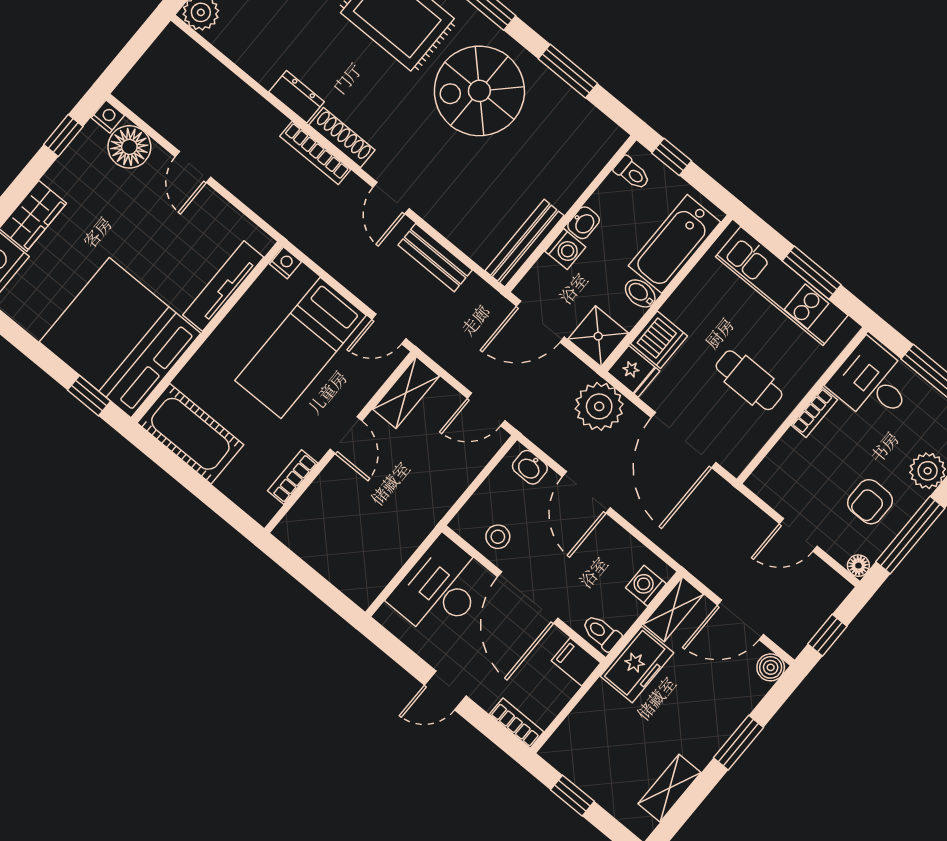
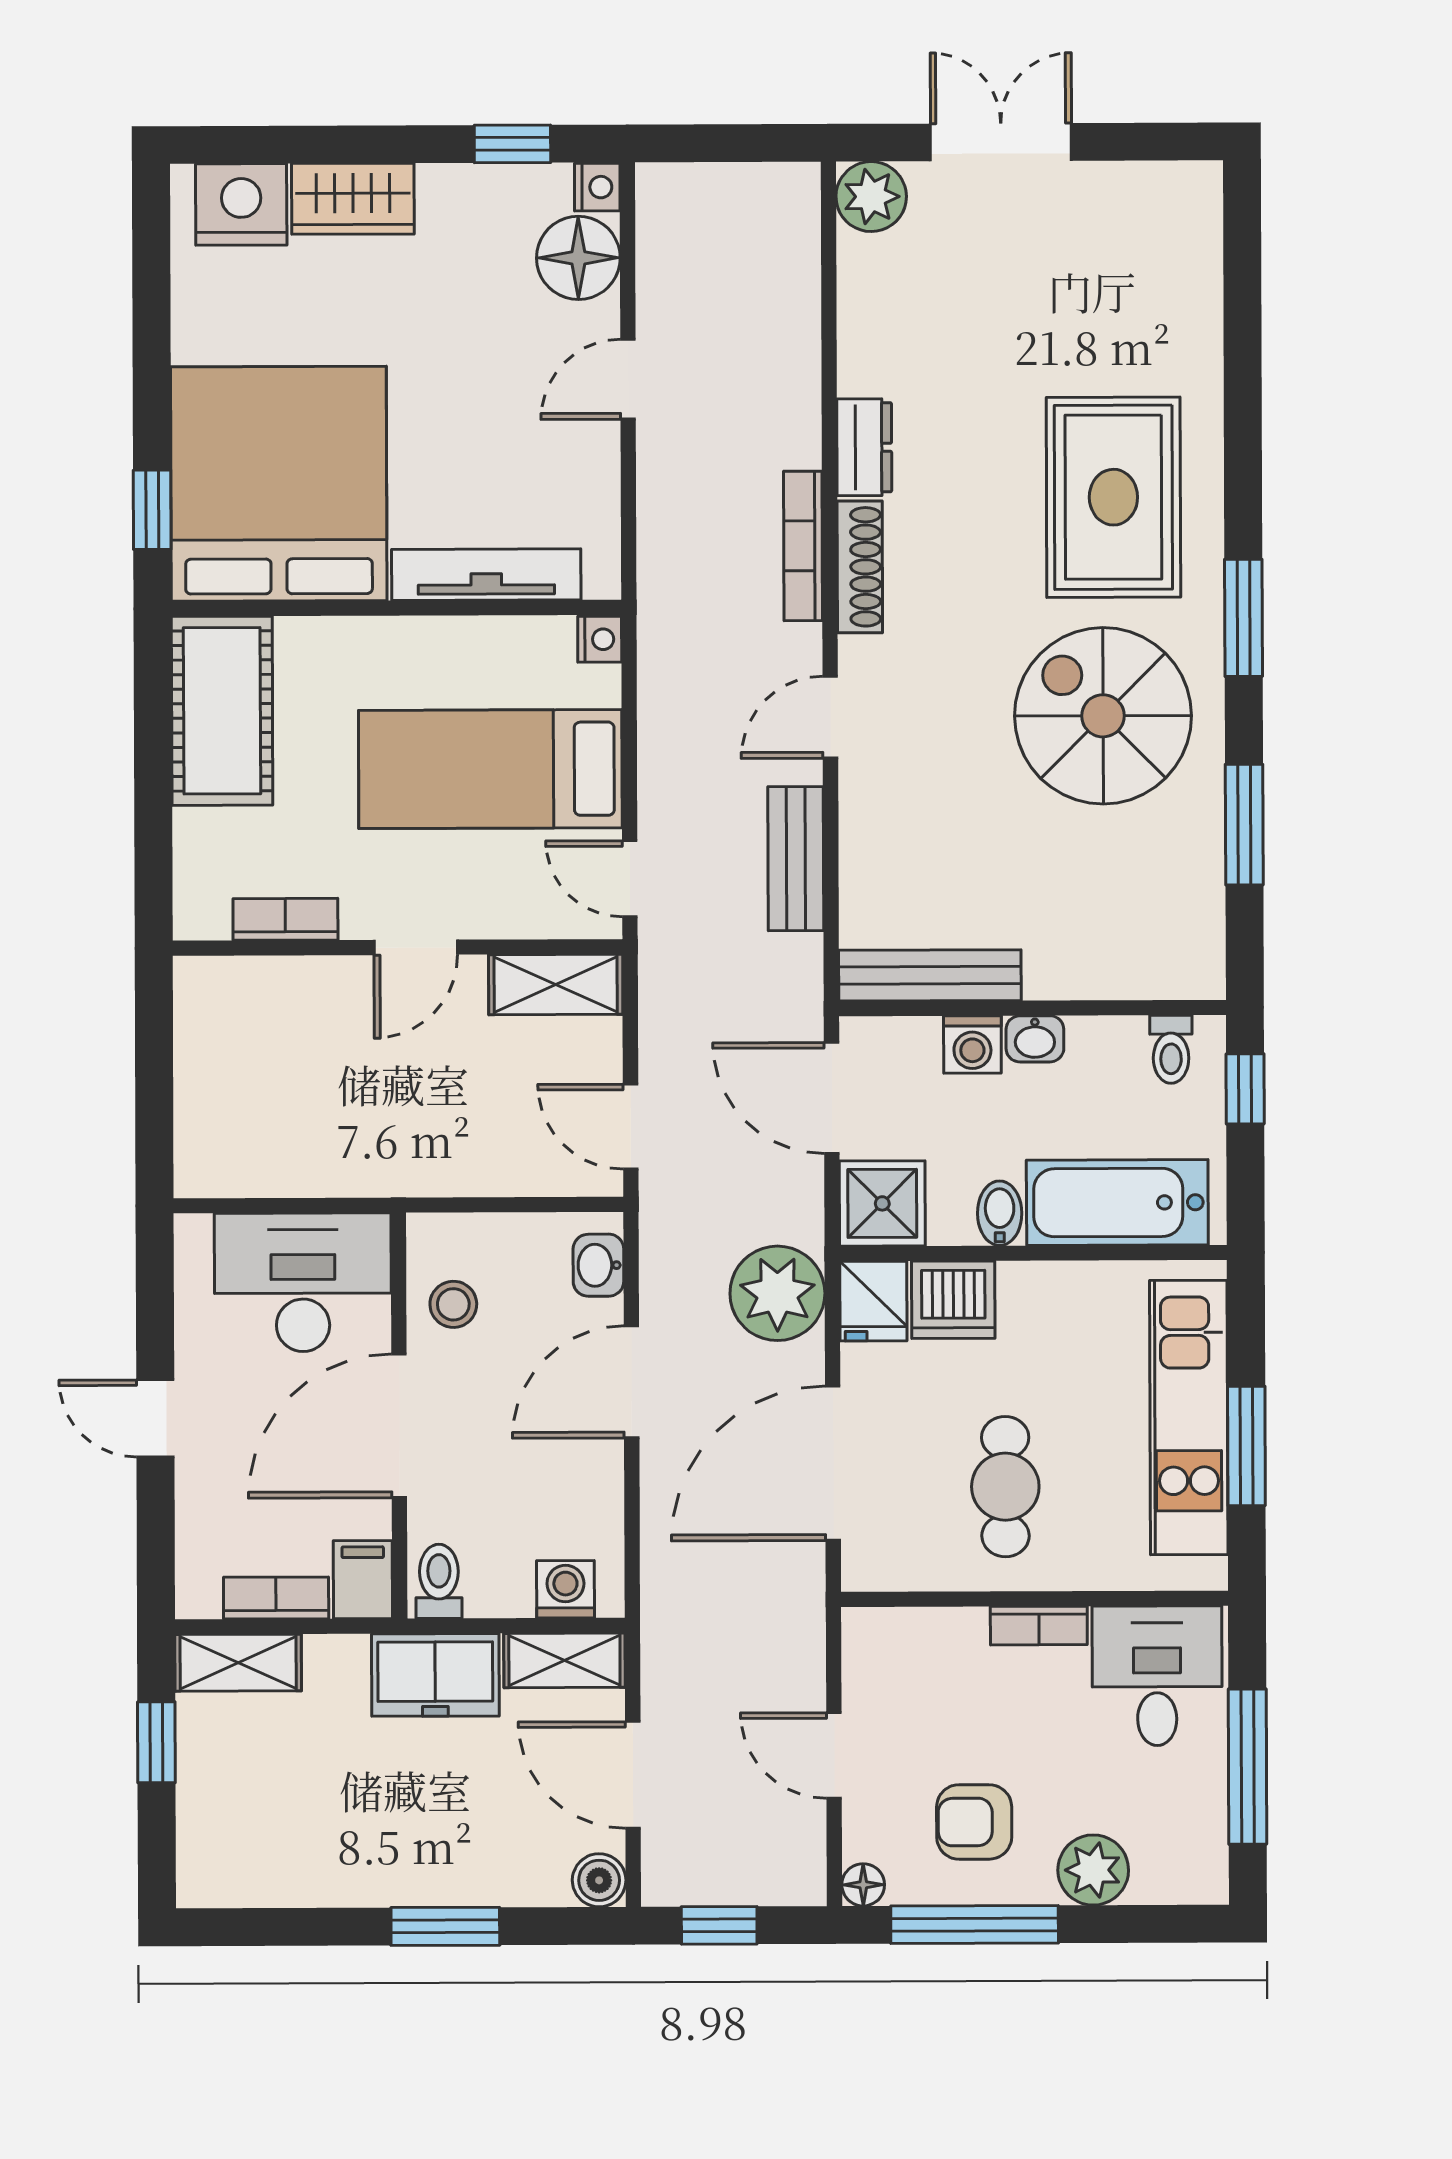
bookcase: (517, 723) -> (276, 1598), moved, turned -90
shelving: (670, 788) -> (238, 1663), moved

